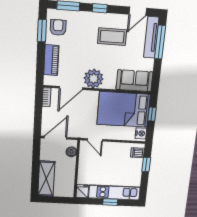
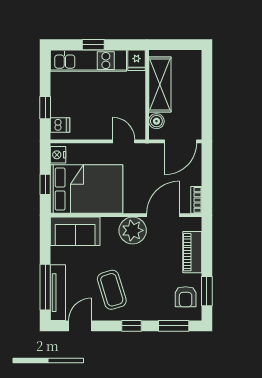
coffee table: (112, 37) -> (112, 290), turned 73
shelving: (46, 179) -> (160, 84), moved

